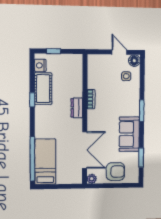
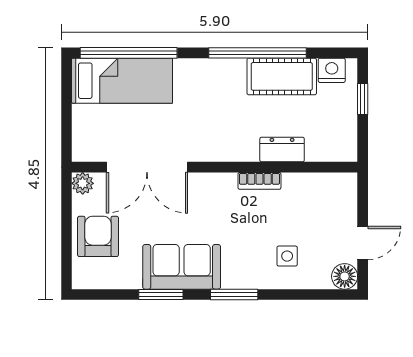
side table: (126, 76) -> (287, 256), moved
window: (32, 100) -> (257, 53), width x3.17
dresser: (77, 108) -> (282, 150), moved
window: (141, 158) -> (161, 294), moved
armchair: (115, 172) -> (98, 236), turned 180

